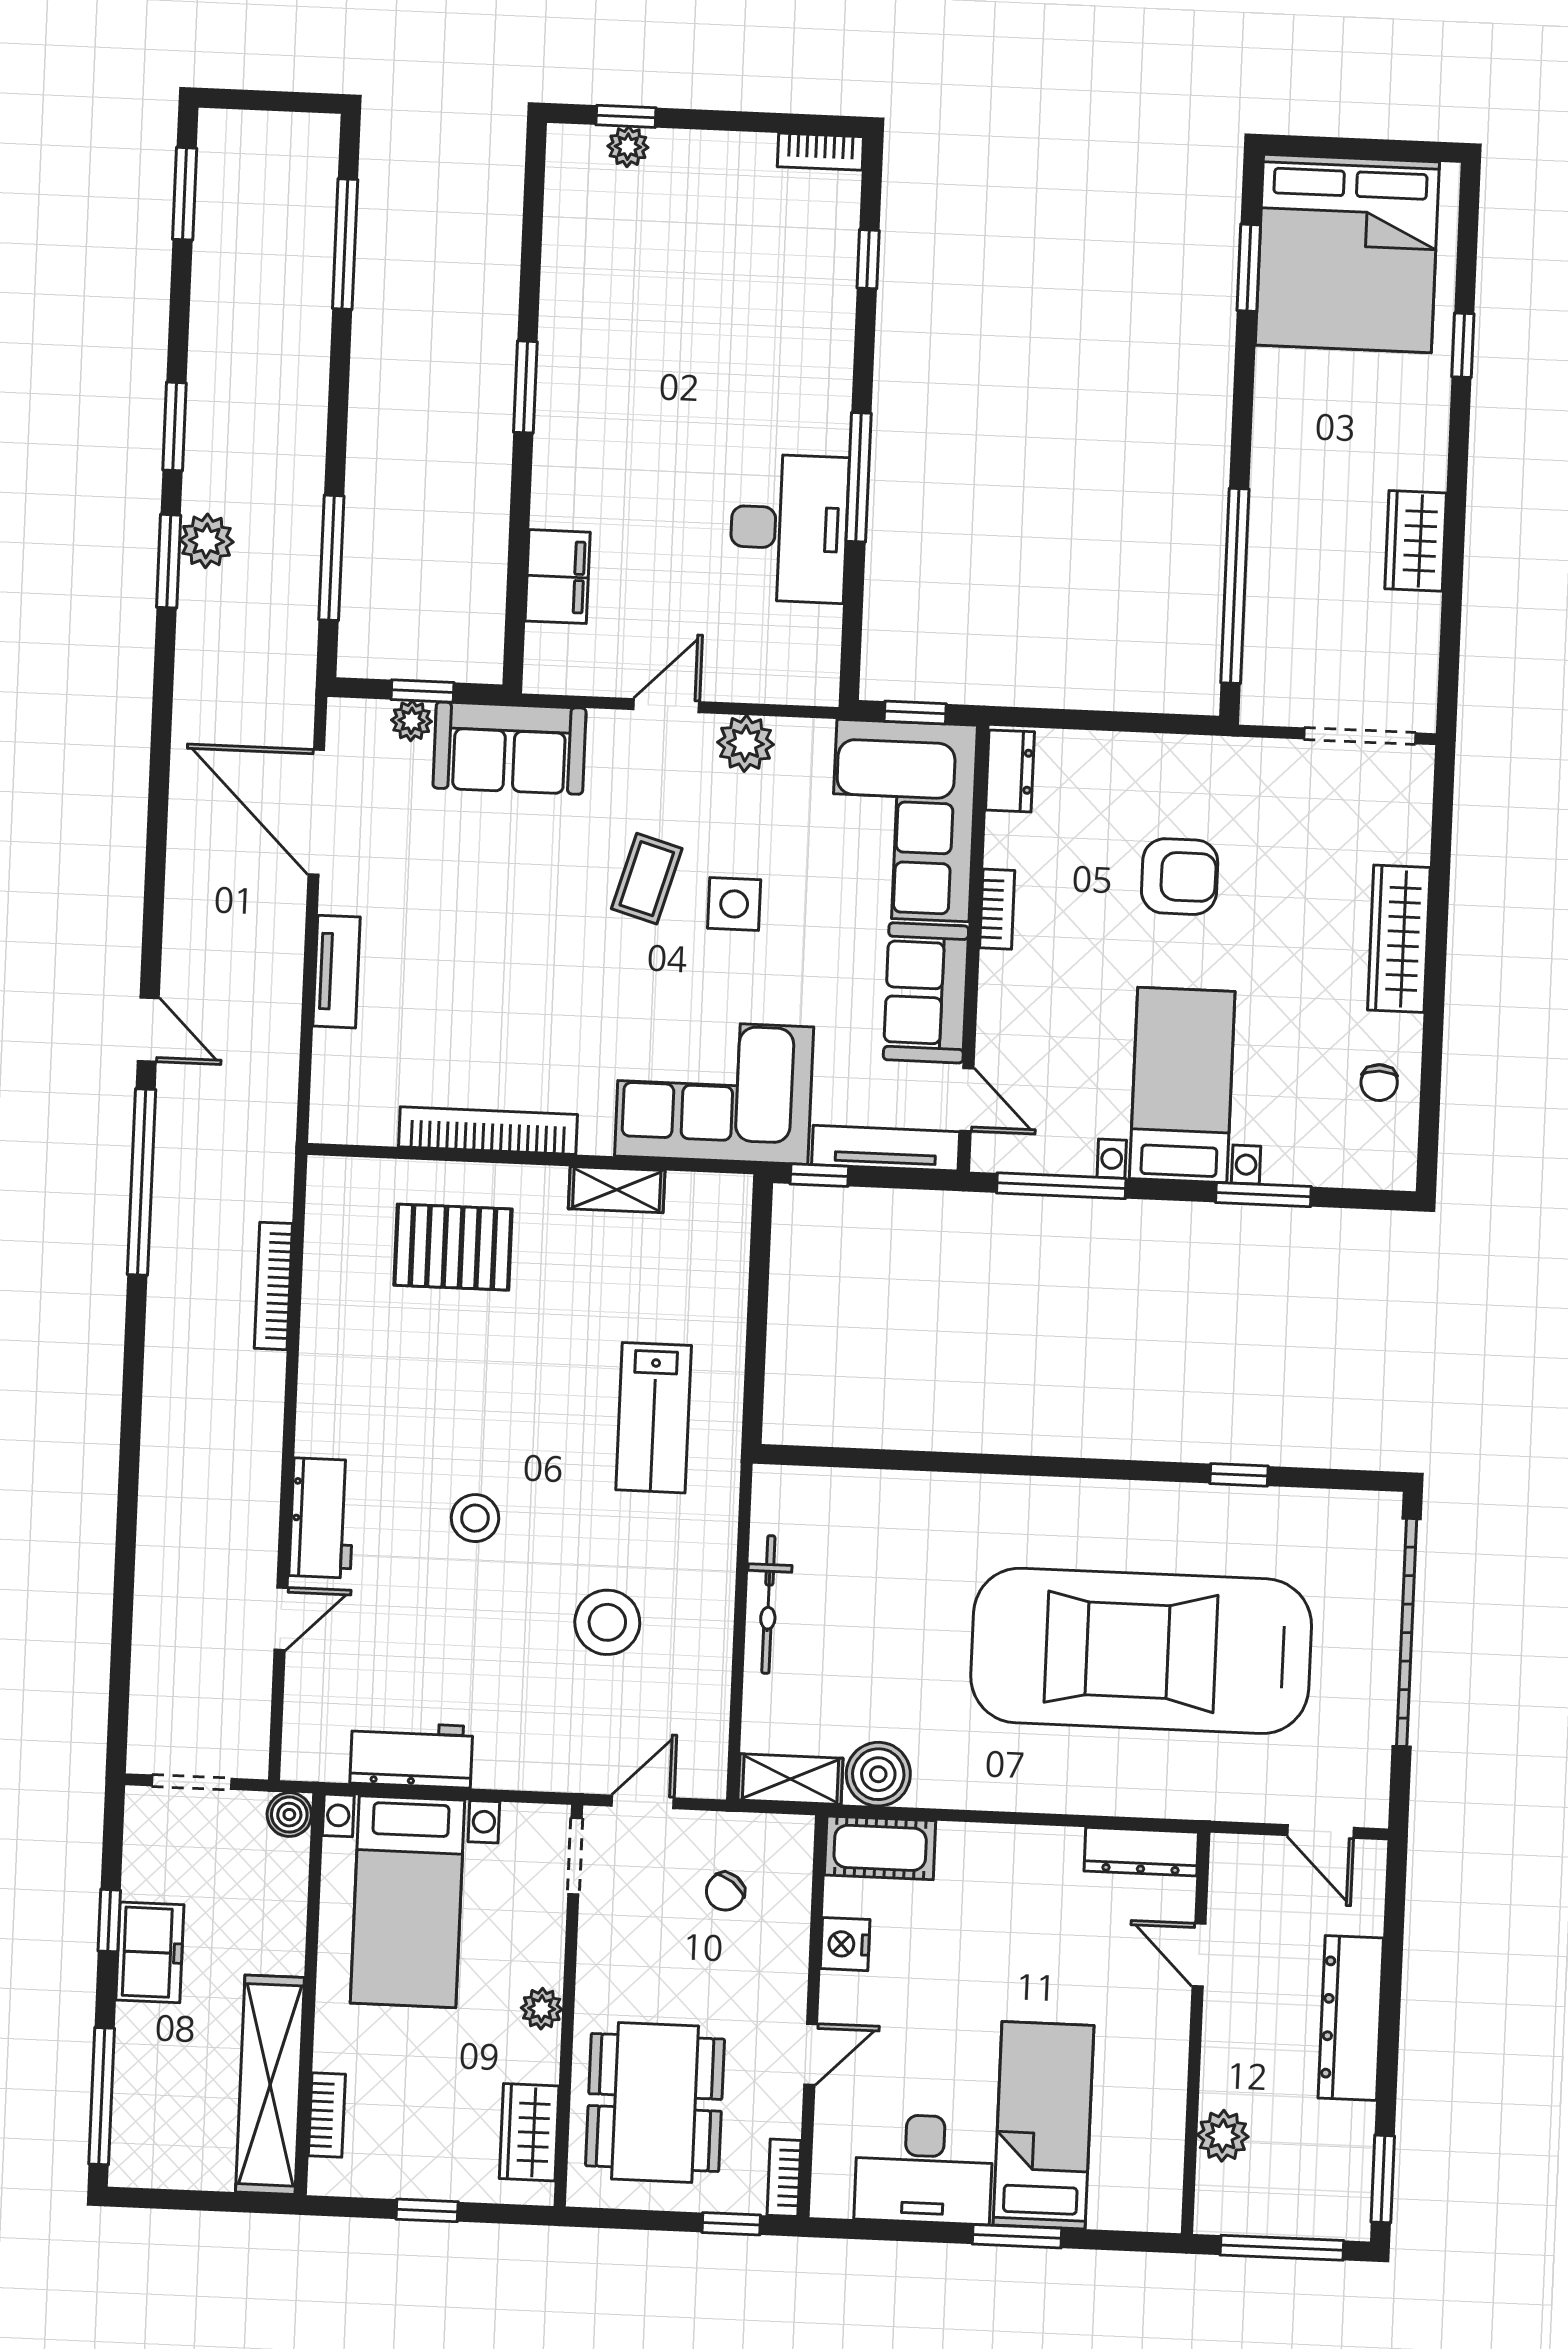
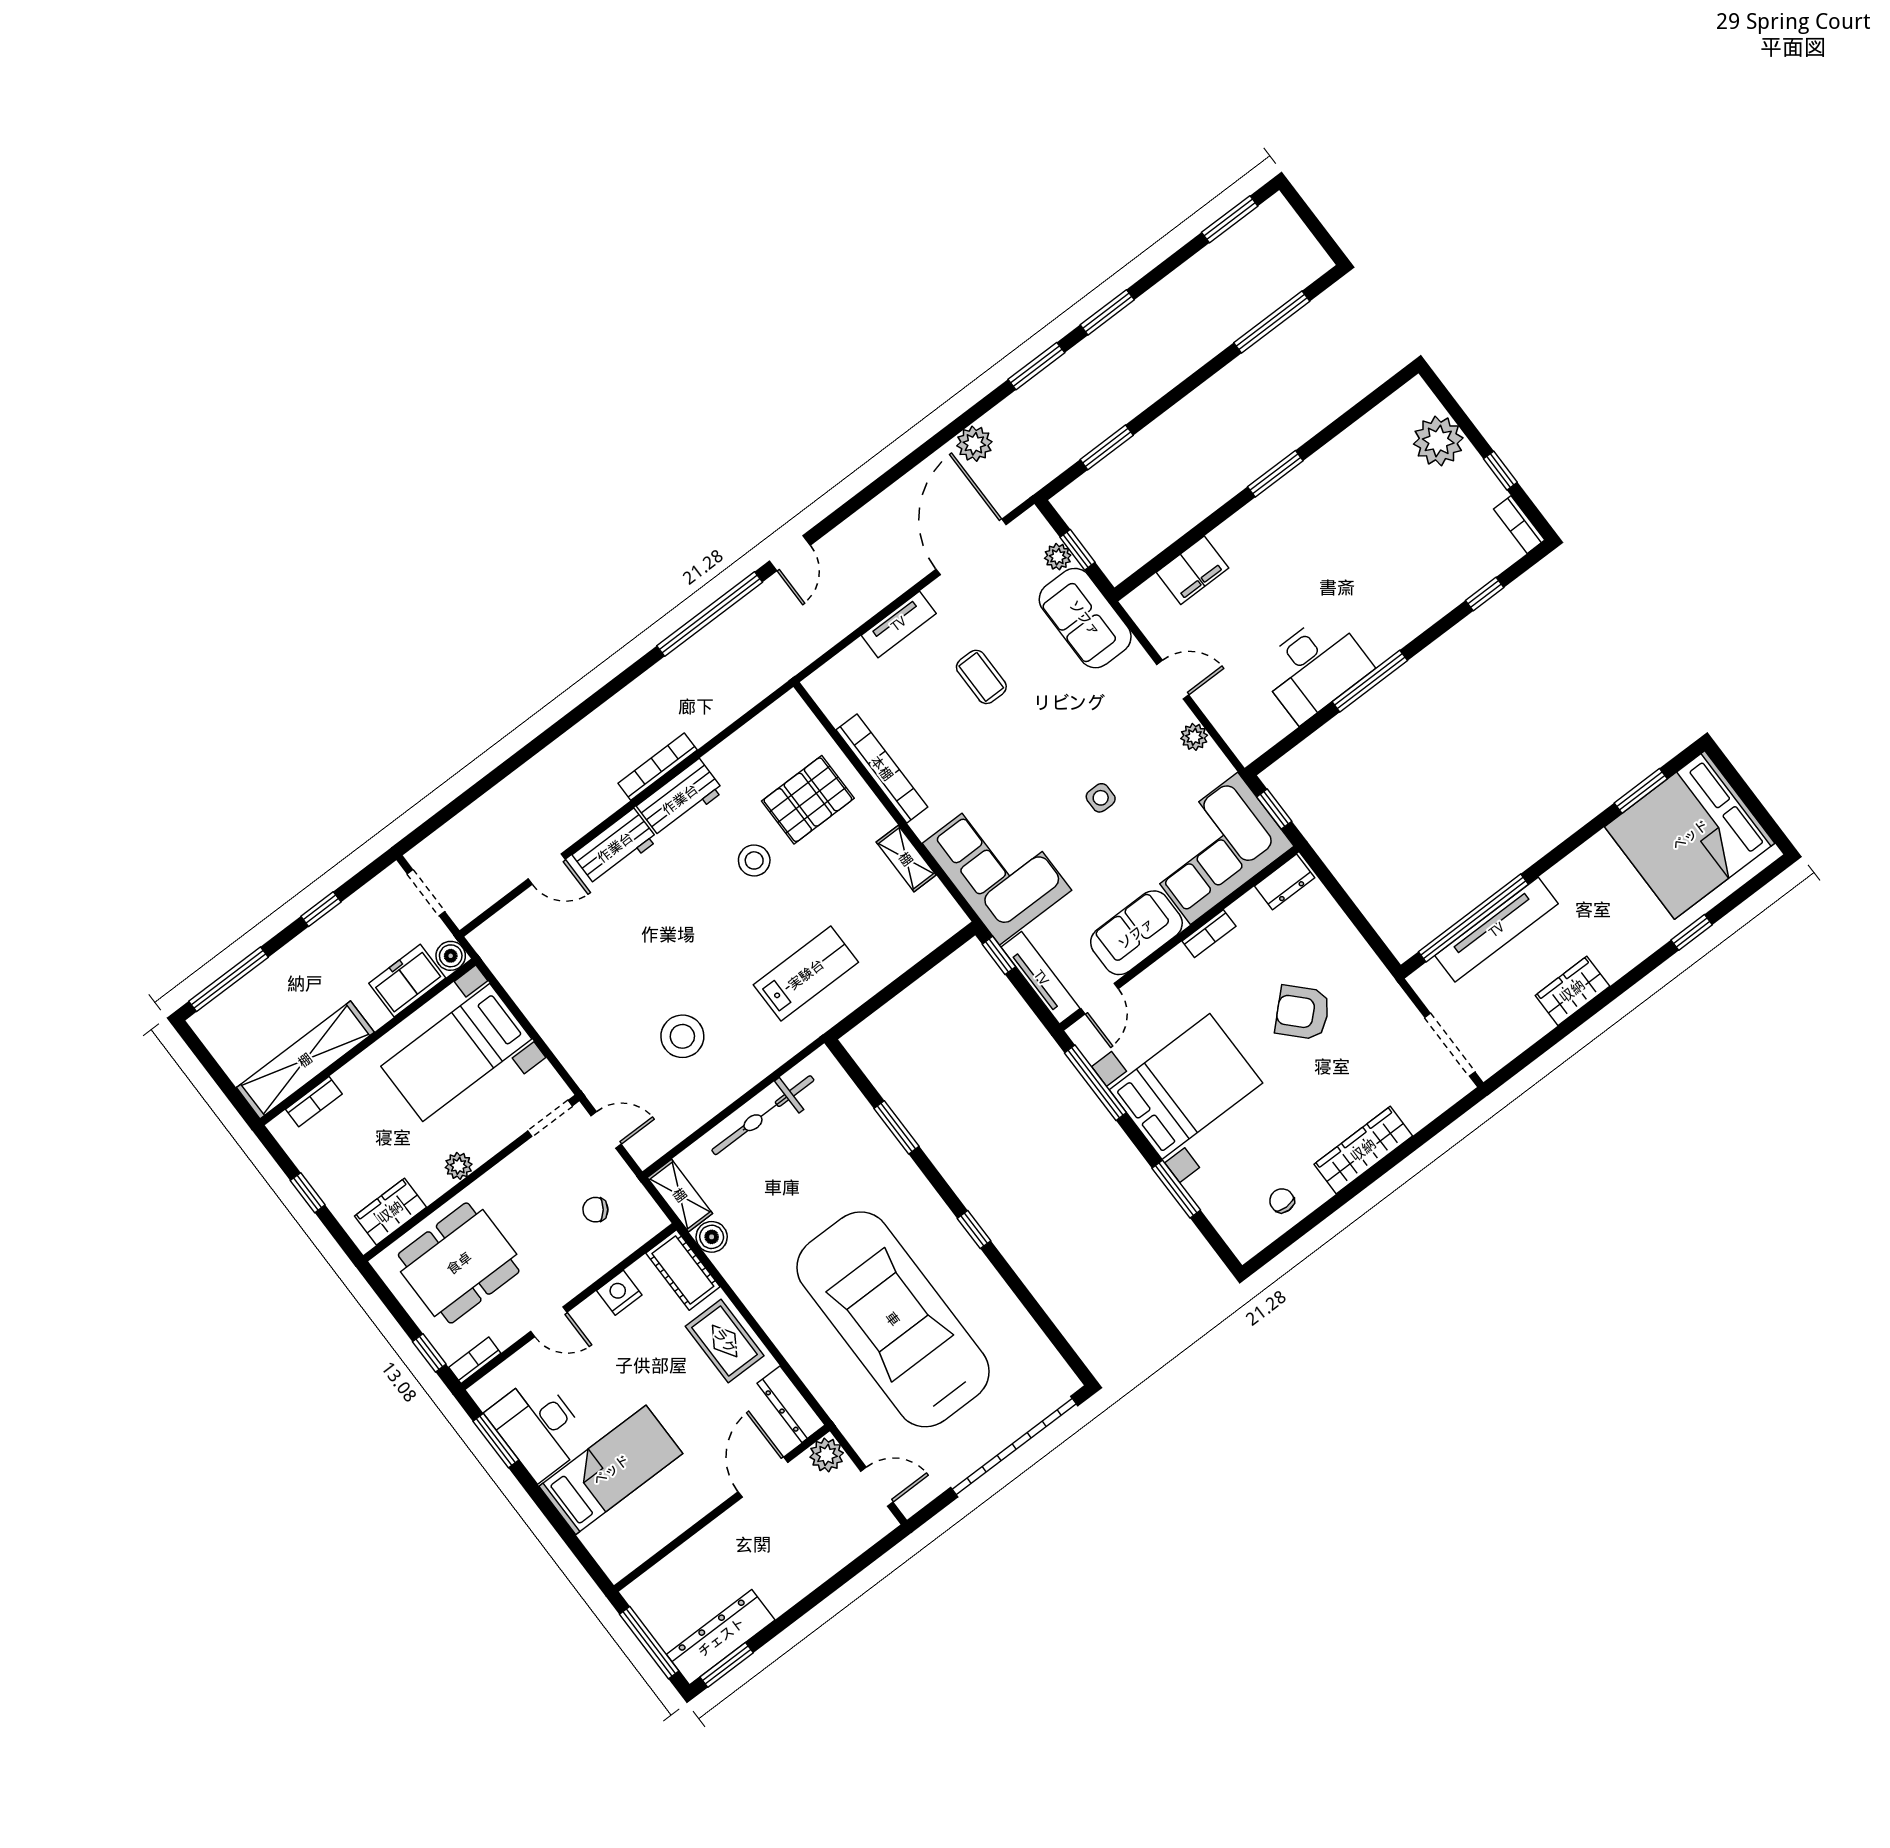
window: (626, 116) -> (1500, 471), moved
plant: (628, 147) -> (1438, 441), width x1.88, depth x1.88
plant: (207, 541) -> (974, 444), moved
window: (331, 558) -> (1107, 447), width x0.69
tv unit: (1271, 570) -> (1497, 930), added
plant: (745, 743) -> (1194, 737), width x0.73, depth x0.73
armchair: (1180, 877) -> (1302, 1012), turned 136
coffee table: (647, 879) -> (981, 677), moved, turned 74
side table: (734, 904) -> (1101, 798), width x0.73, depth x0.73
chair: (1379, 1083) -> (1282, 1201), turned 90
bed with nightstands: (1182, 1085) -> (1186, 1086), width x1.36
pallet: (453, 1247) -> (808, 800), turned 90
bookcase: (273, 1286) -> (658, 767), moved
lab bench: (654, 1418) -> (806, 974), turned 180
window: (921, 1461) -> (896, 1127), added
window: (1239, 1475) -> (974, 1230), moved
stool: (475, 1518) -> (754, 860), moved
bicycle: (768, 1604) -> (763, 1115), width x1.37, depth x1.40
workbench: (411, 1755) -> (680, 799), moved, turned 90
boiler: (878, 1774) -> (712, 1237), width x0.73, depth x0.73
door: (1321, 1831) -> (877, 1487), swing flipped
rug: (1003, 1868) -> (725, 1341), added
freezer: (150, 1952) -> (407, 981), moved, turned 180
door: (1199, 1955) -> (763, 1477), width x1.38
dresser: (1351, 2018) -> (721, 1637), moved
plant: (1223, 2136) -> (827, 1455), moved
window: (1017, 2236) -> (496, 1441), moved

